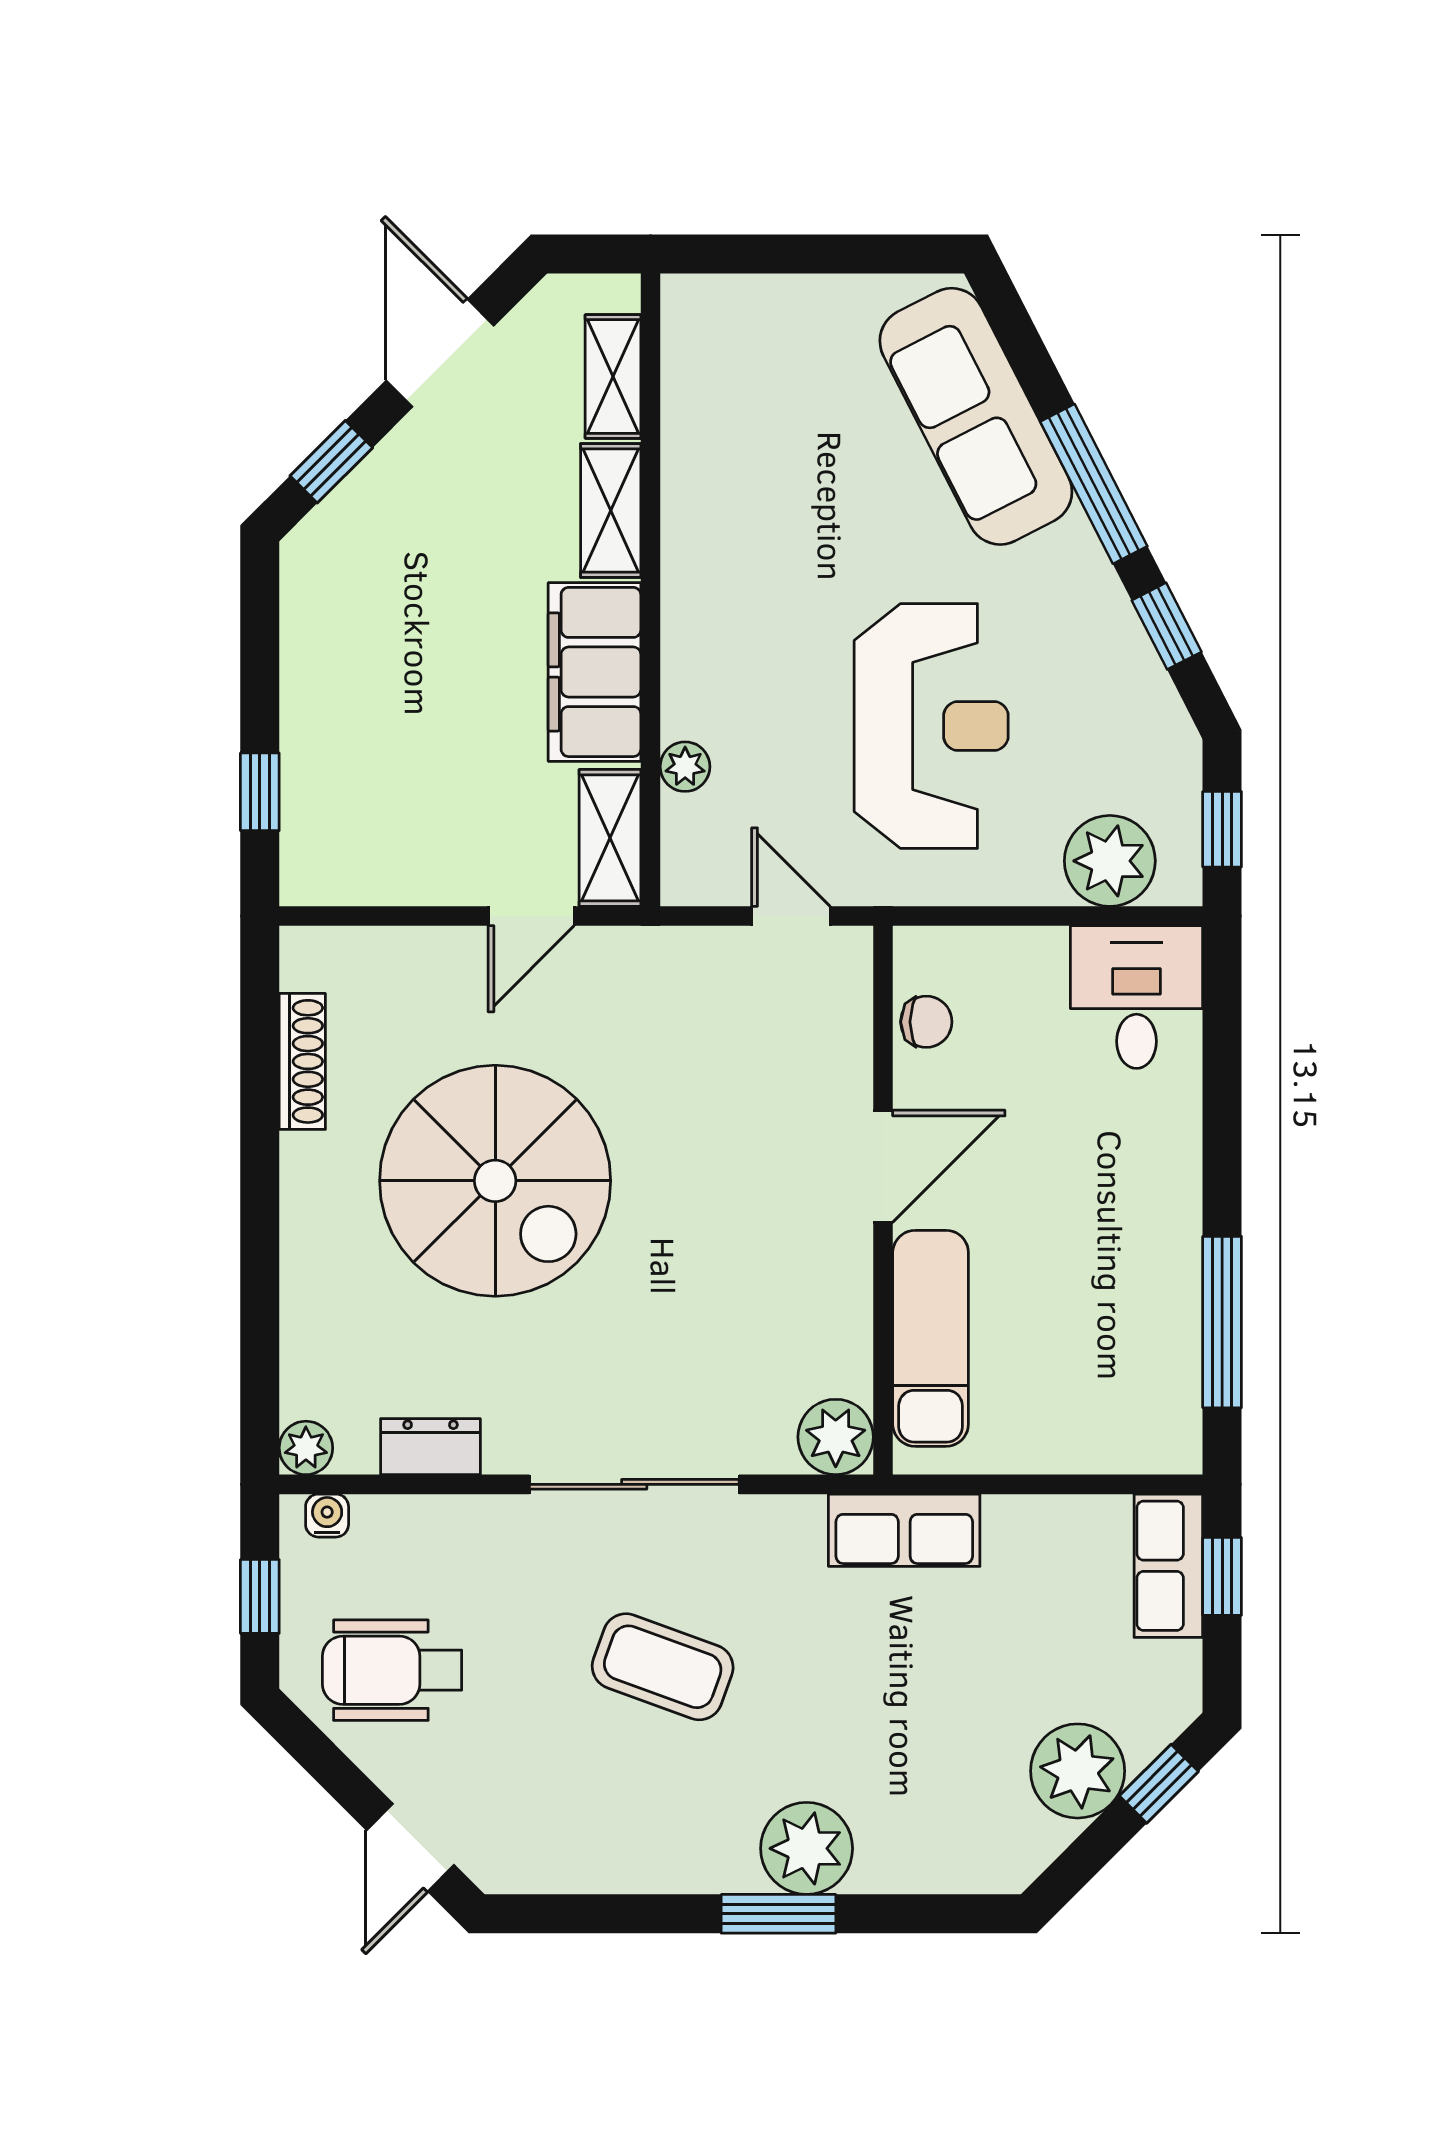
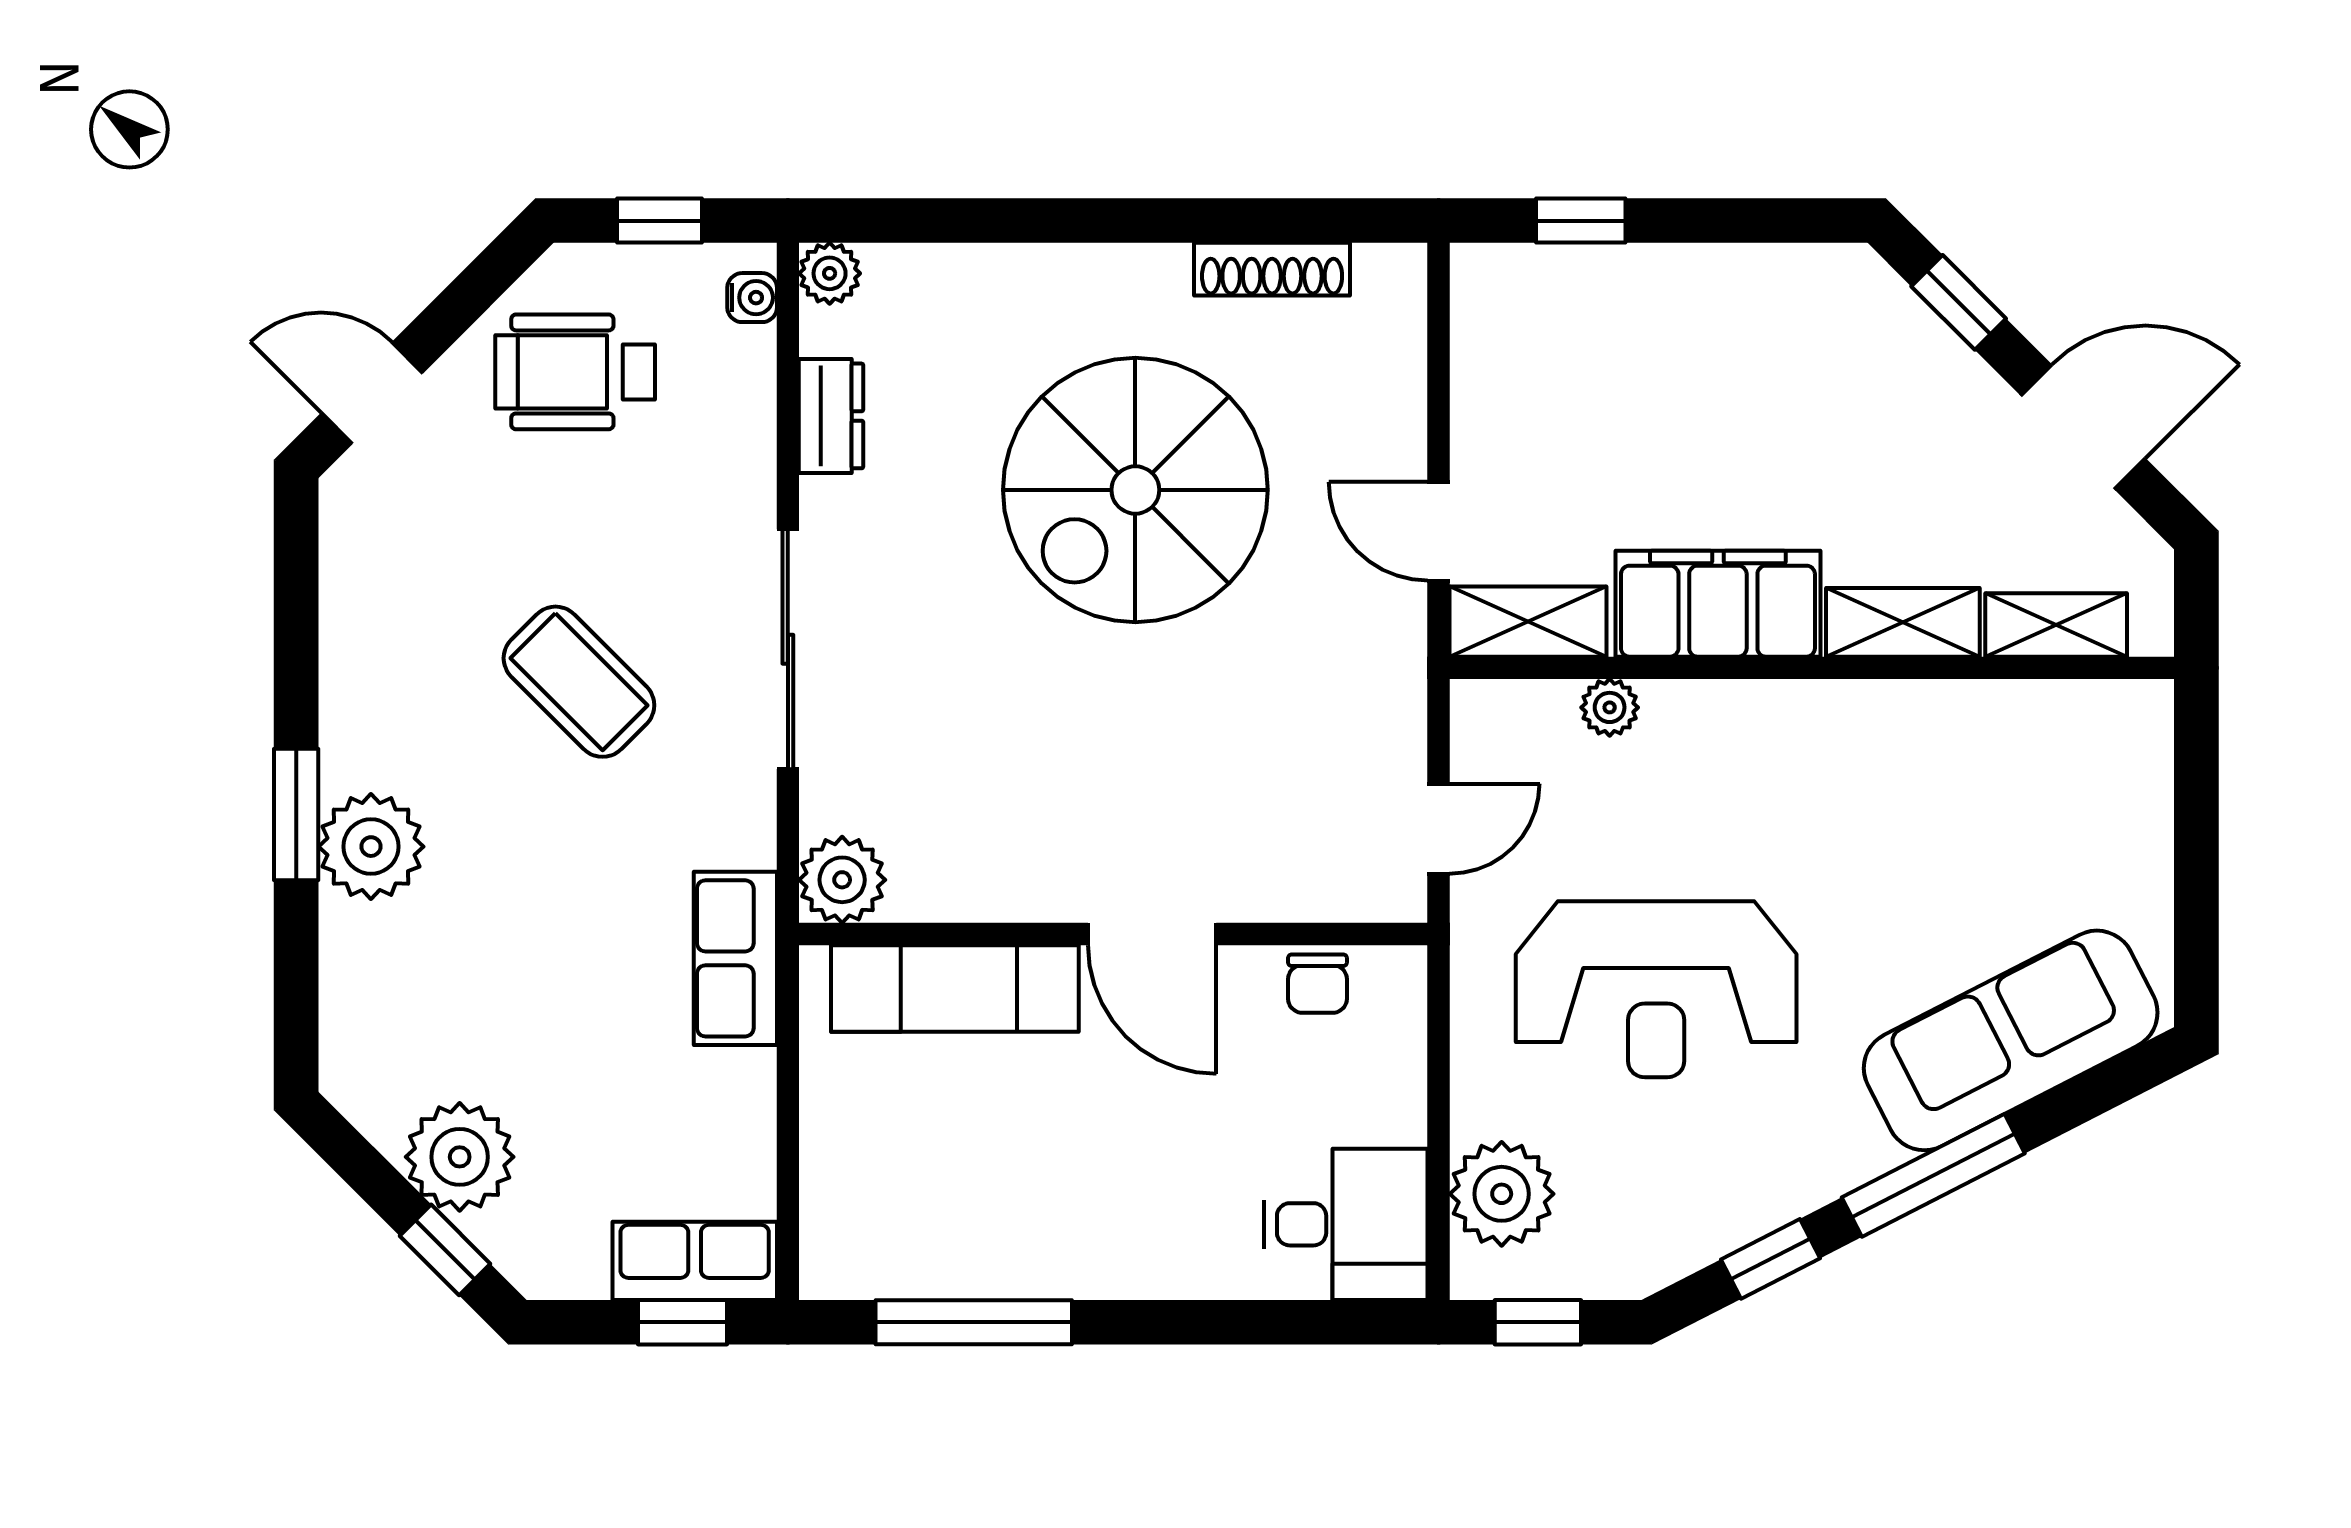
coffee table: (663, 1667) -> (579, 682), turned -65
wheelchair: (392, 1670) -> (575, 372), turned -90

